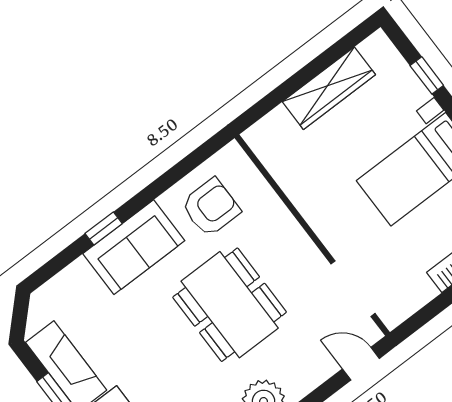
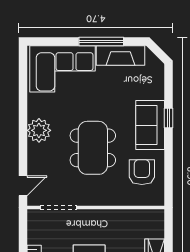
armchair: (211, 207) -> (142, 172), turned 180
dining table: (230, 305) -> (93, 148), turned 90

